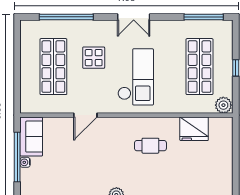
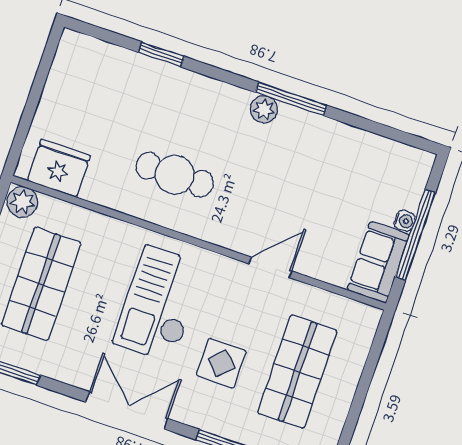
double door: (134, 17) -> (127, 410), width x1.37
fridge: (194, 129) -> (59, 168), moved
cafe table: (150, 146) -> (175, 175), width x1.37, depth x1.35

